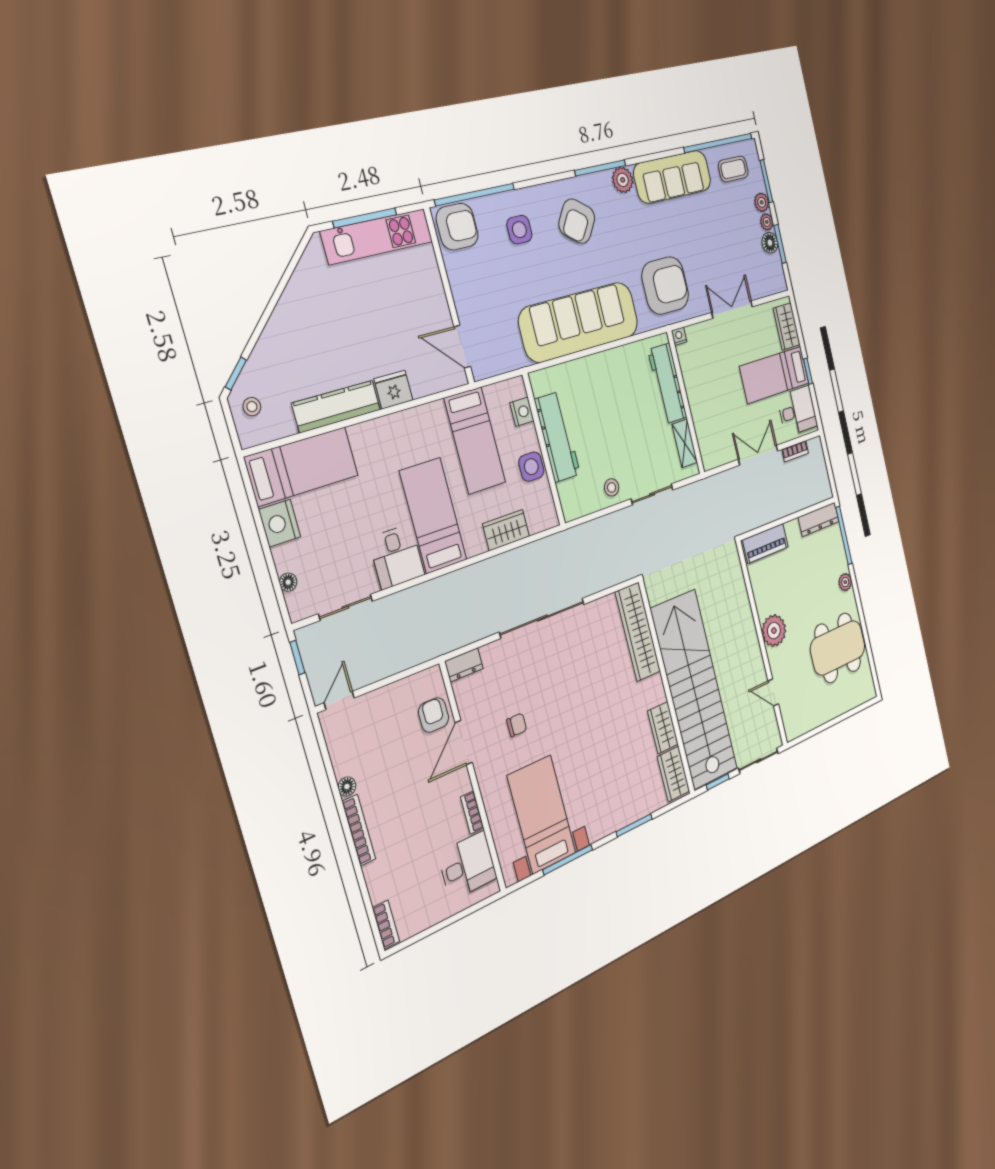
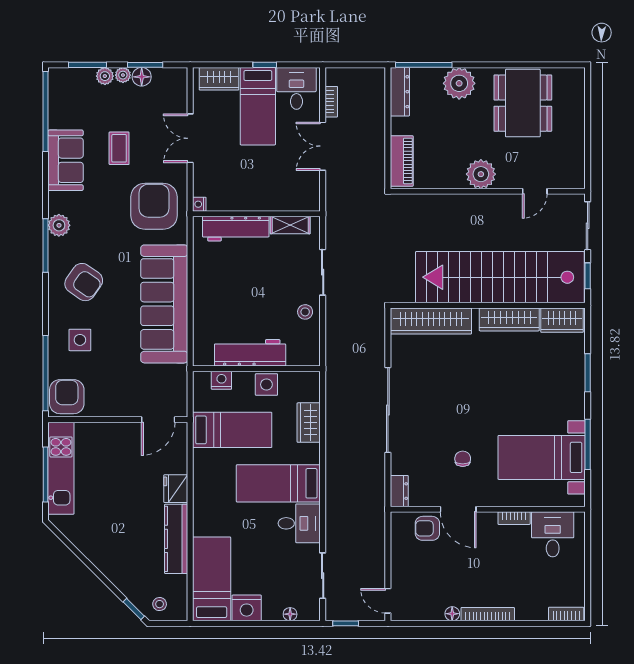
coffee table: (733, 169) -> (119, 148), moved
sofa: (673, 177) -> (66, 160), width x0.73
plant: (845, 582) -> (459, 83), width x1.88, depth x1.88
wardrobe: (663, 728) -> (509, 319), width x1.50

